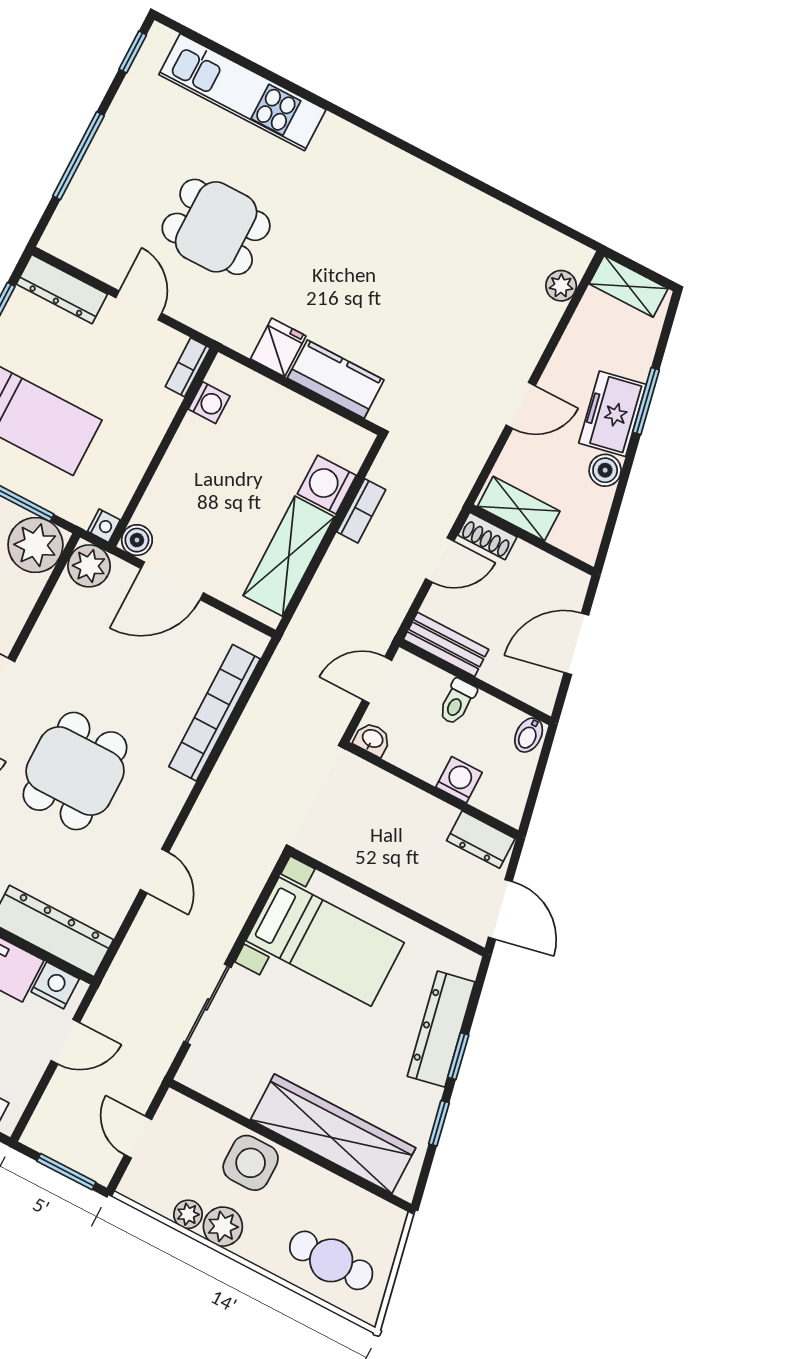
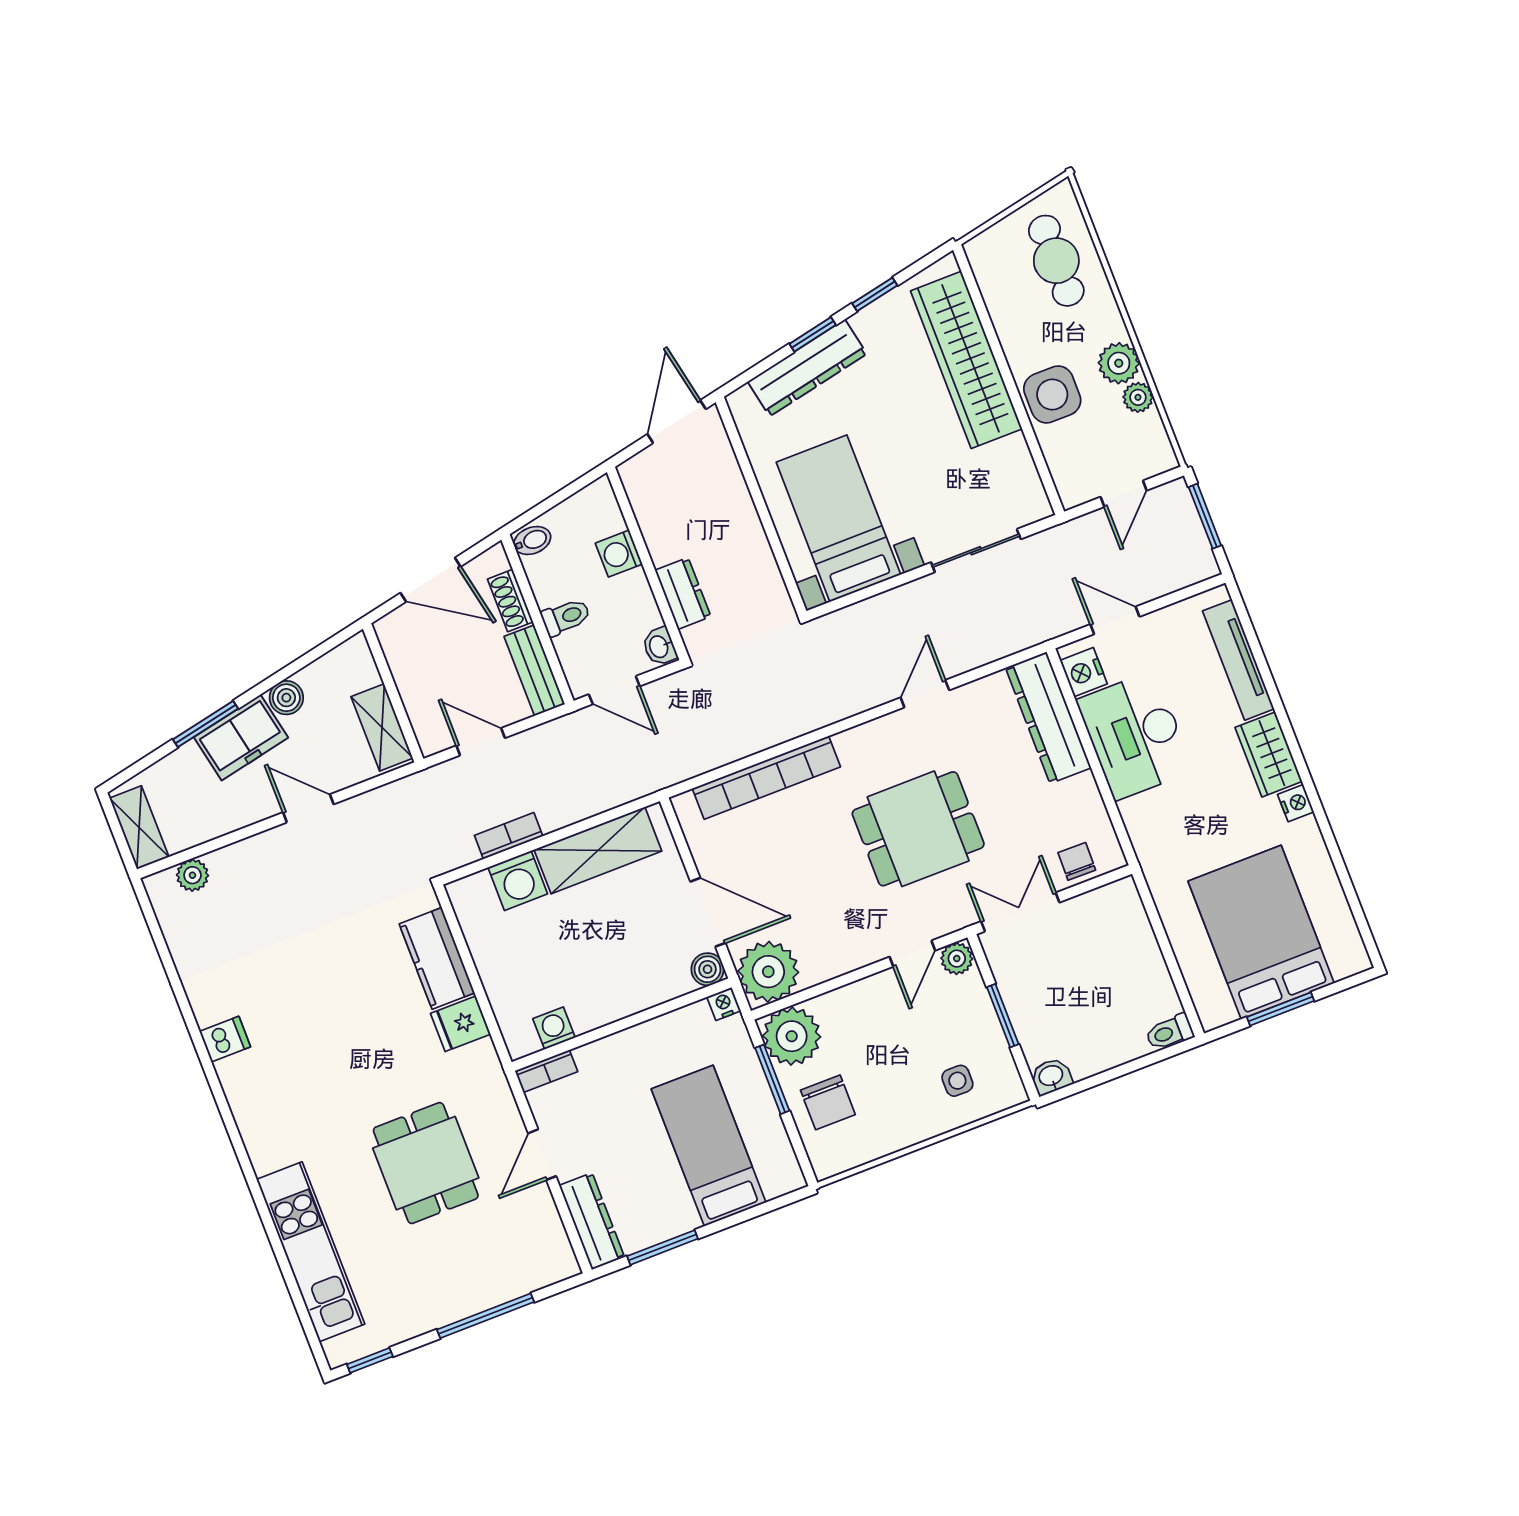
dishwasher: (436, 190) -> (225, 1039), added
shoe rack: (487, 536) -> (510, 600), moved, turned 180
plant: (89, 566) -> (768, 972), width x1.36, depth x1.36
dresser: (481, 840) -> (683, 593), moved

